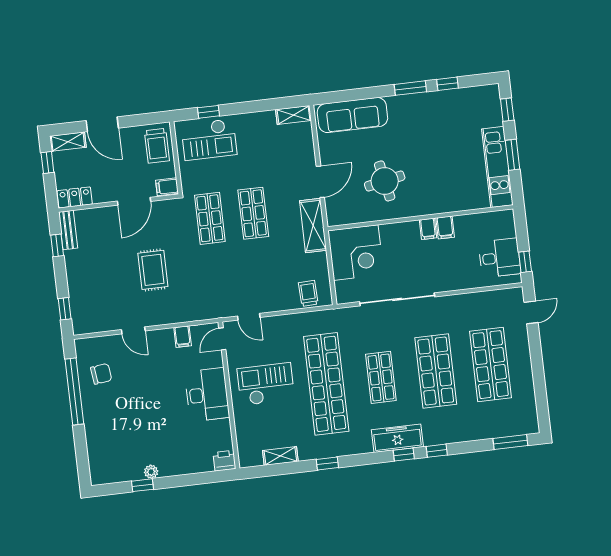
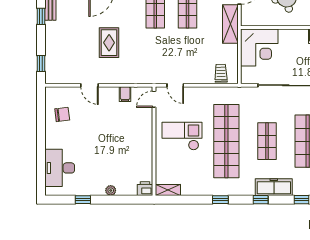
window: (74, 391) -> (41, 125), removed
desk: (207, 395) -> (60, 168), moved, turned 180
window: (404, 455) -> (261, 200), moved
shelving: (280, 456) -> (168, 190), moved
plant: (151, 472) -> (111, 190), moved

